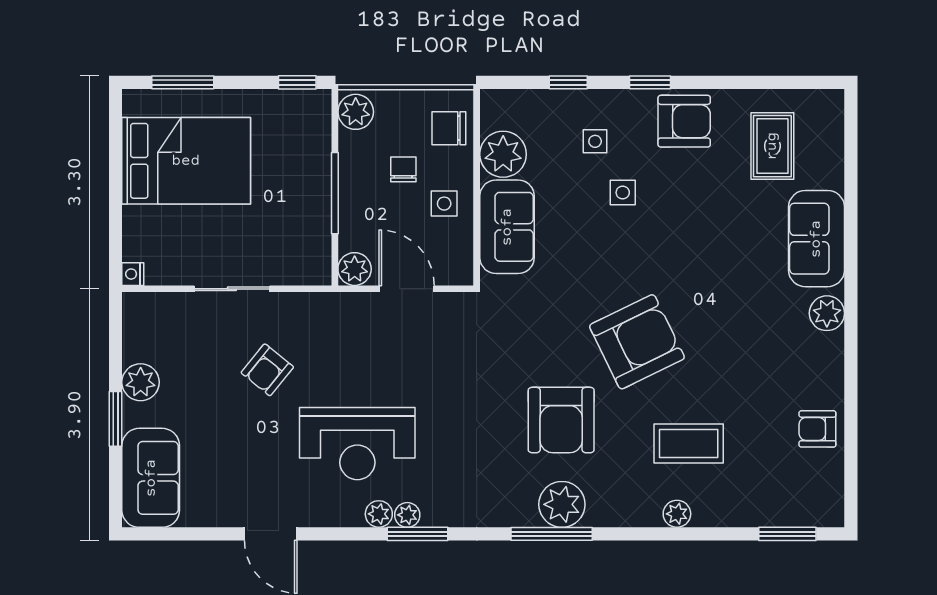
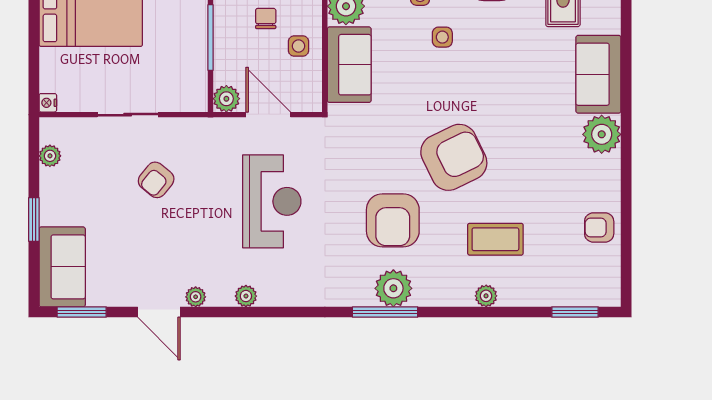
plant: (827, 313) -> (602, 134), width x1.36, depth x1.36
plant: (141, 382) -> (50, 156), moved, width x0.73, depth x0.73
reception desk: (357, 444) -> (272, 201), moved, turned -90
plant: (407, 515) -> (196, 297), moved
window: (417, 534) -> (82, 312), moved

